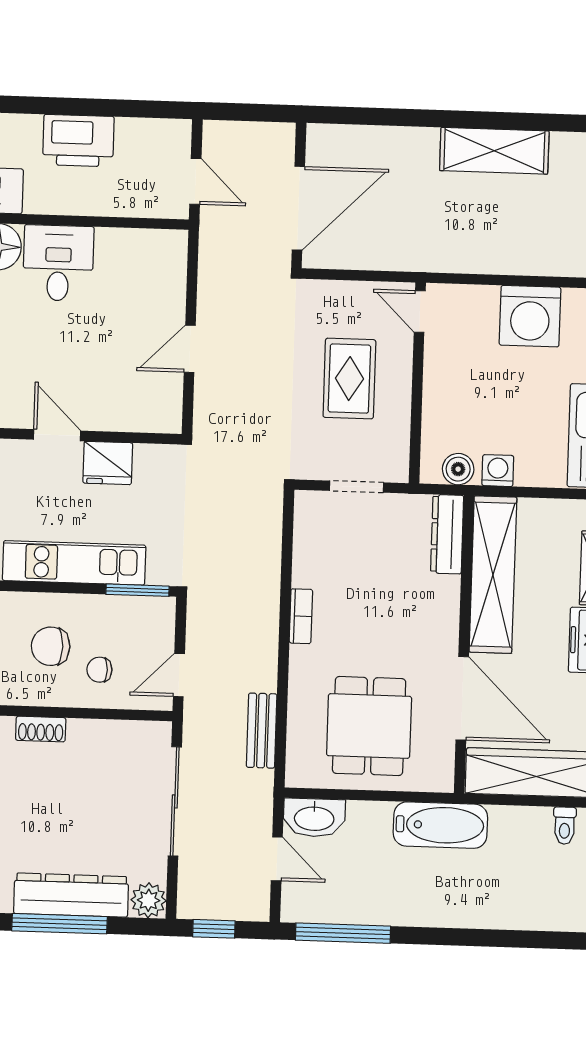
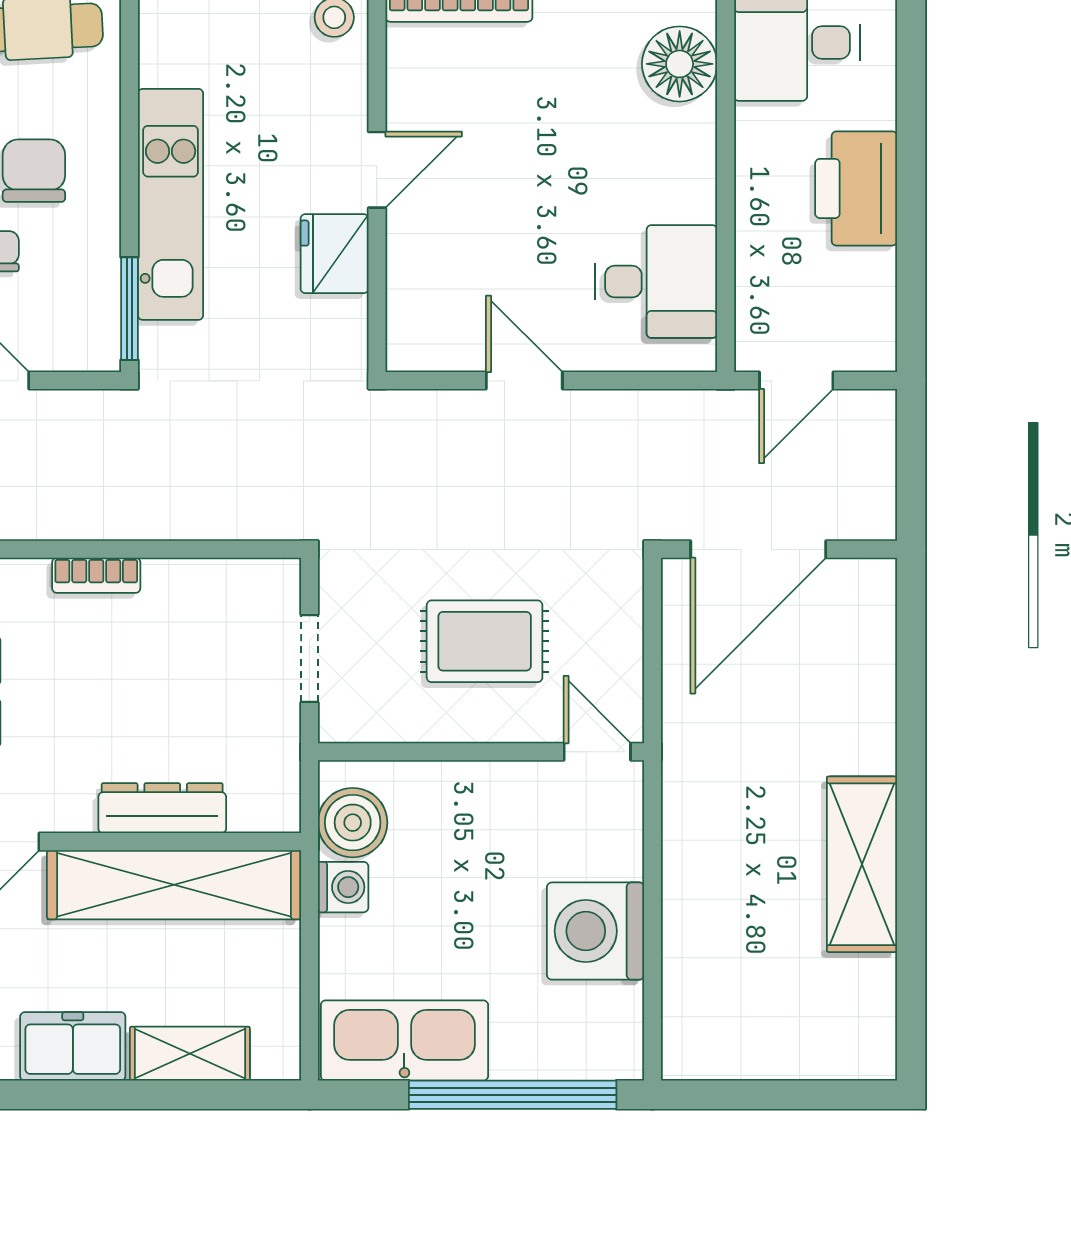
door: (298, 208) -> (758, 549), hinge flipped
desk: (58, 263) -> (656, 282), moved
door: (420, 311) -> (597, 752), hinge flipped
boiler: (458, 469) -> (353, 823), width x1.36, depth x1.36
dresser: (447, 534) -> (162, 808), moved

